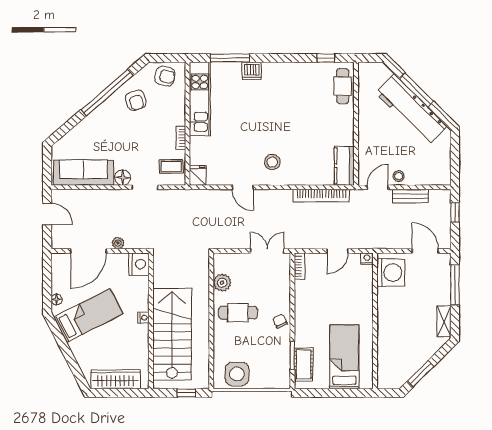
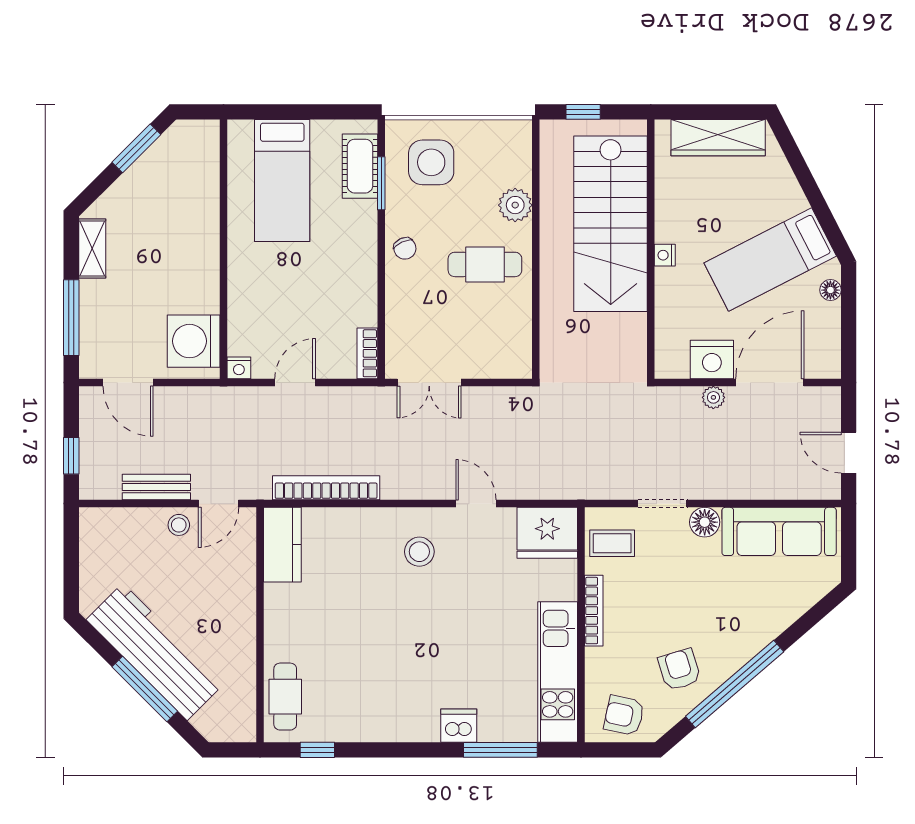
bookcase: (181, 138) -> (594, 611), width x1.56
fridge: (198, 175) -> (547, 533), width x1.88, depth x1.34
nightstand: (139, 264) -> (712, 359), moved, turned -90
plant: (222, 283) -> (515, 205), moved
side table: (237, 374) -> (431, 162), moved

